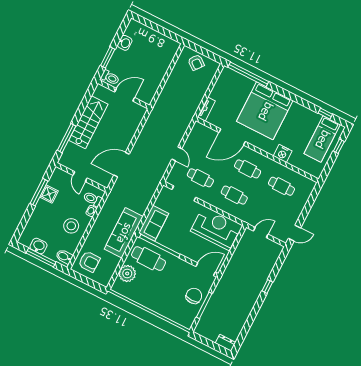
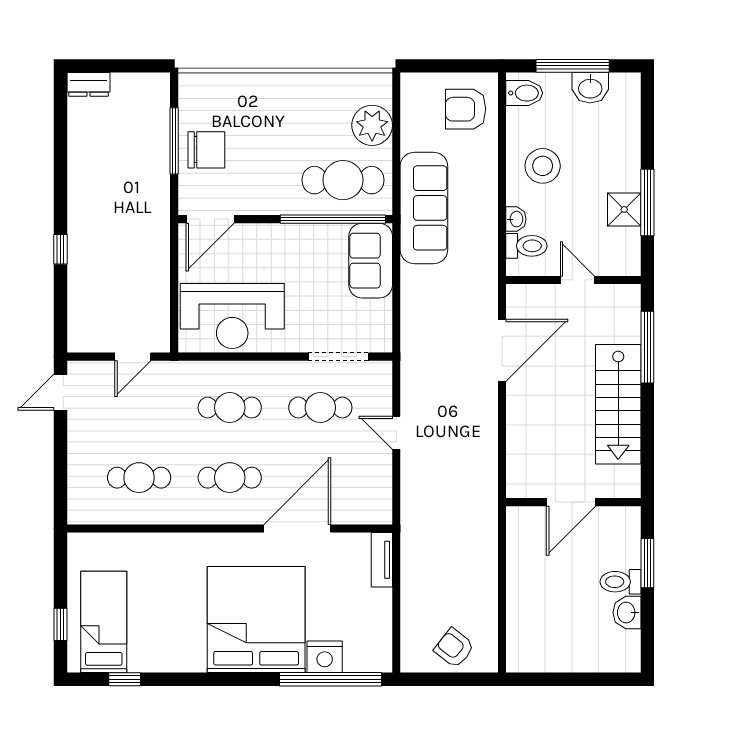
toilet: (110, 78) -> (620, 582), moved
nightstand: (283, 154) -> (325, 657), moved, turned 180
chair: (194, 296) -> (206, 150), turned -90

